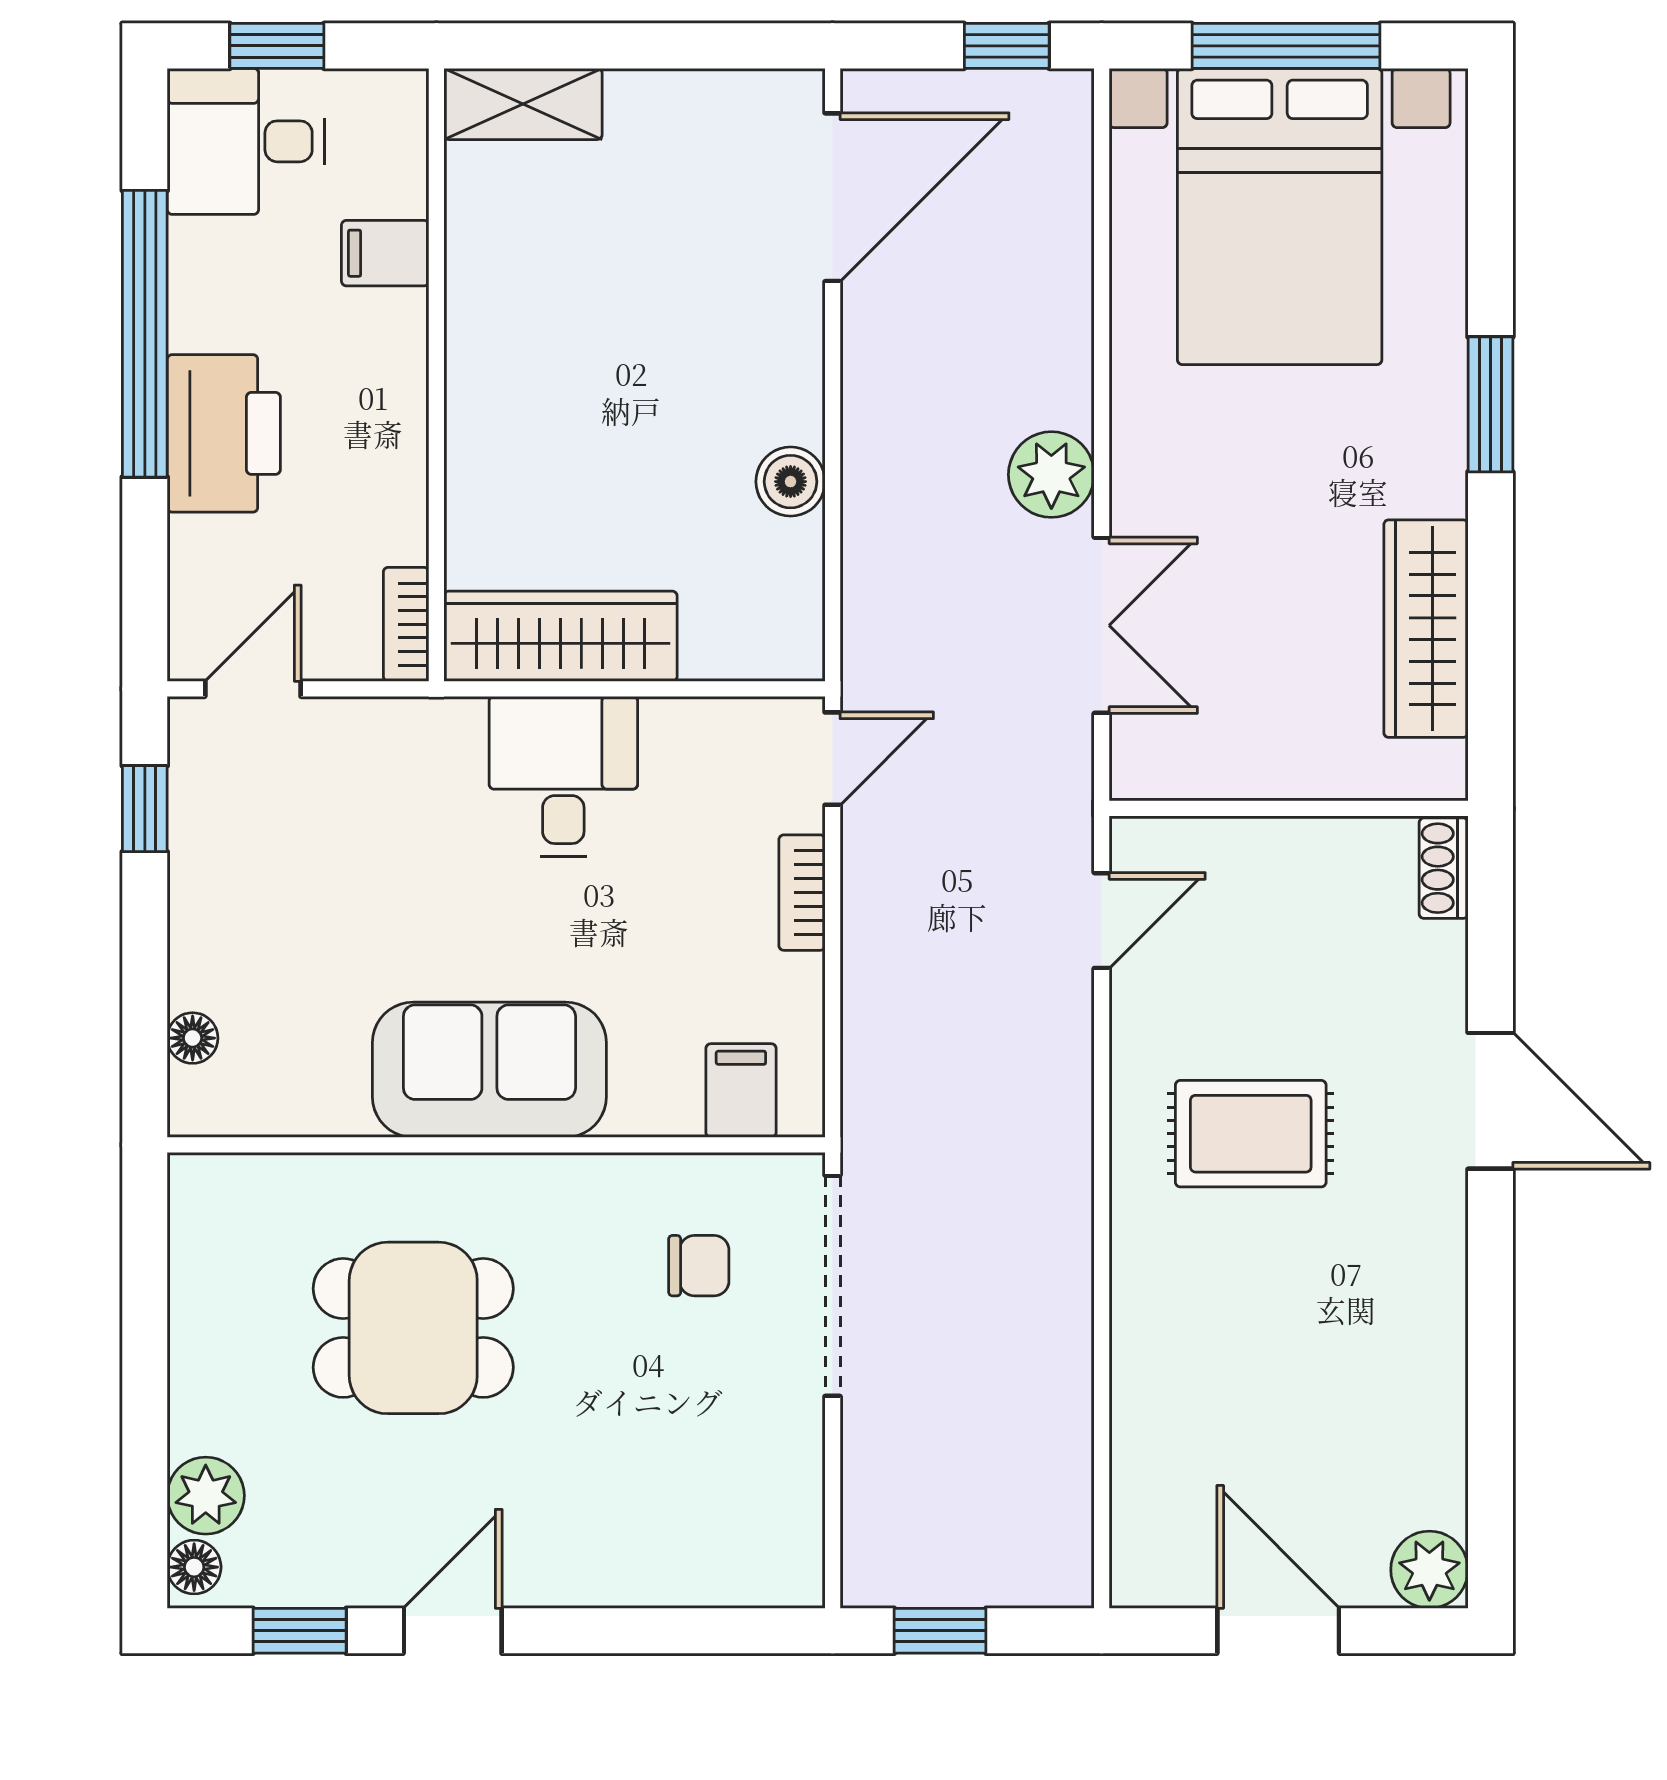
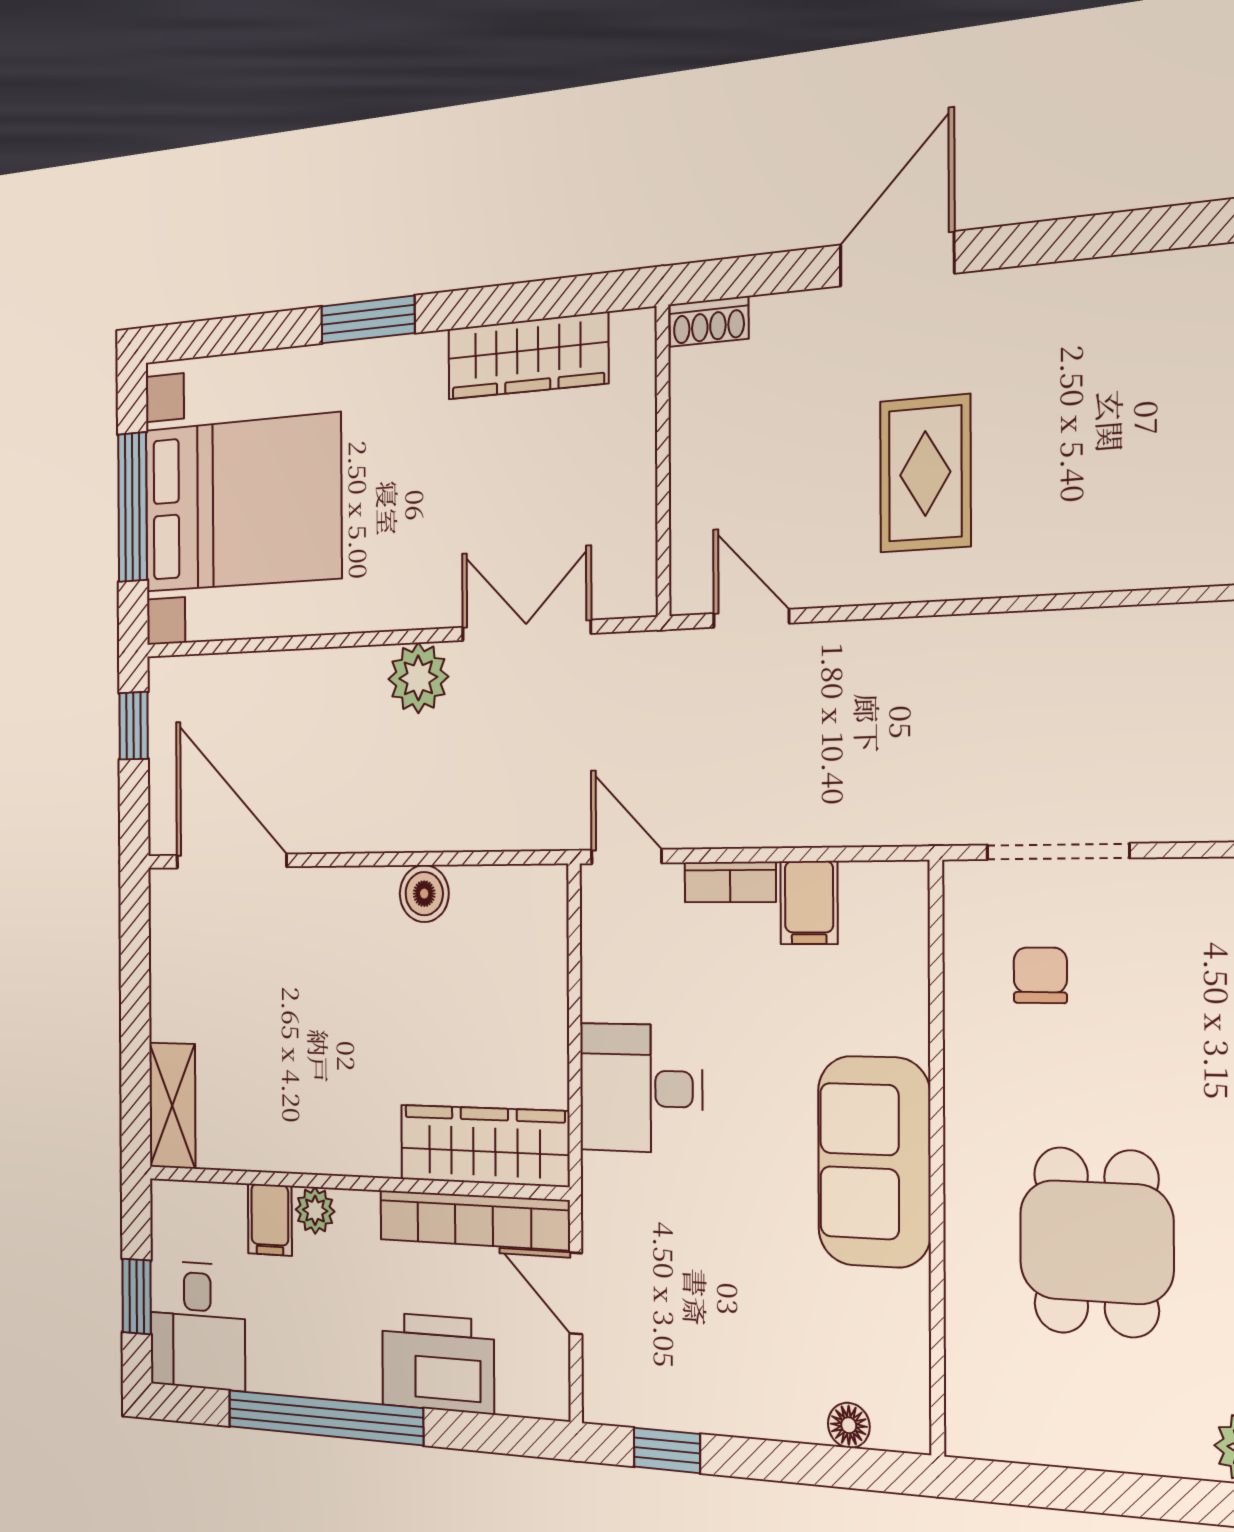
plant: (400, 321) -> (315, 1210), added
printer: (224, 433) -> (438, 1363), moved
bookcase: (406, 624) -> (474, 1220), width x2.31, depth x1.31
wardrobe: (560, 636) -> (484, 1146), moved, turned 90
door: (253, 689) -> (576, 1293), moved
filing cabinet: (741, 1091) -> (809, 903), moved, turned -90
doorway: (833, 1286) -> (1058, 852), width x0.73

